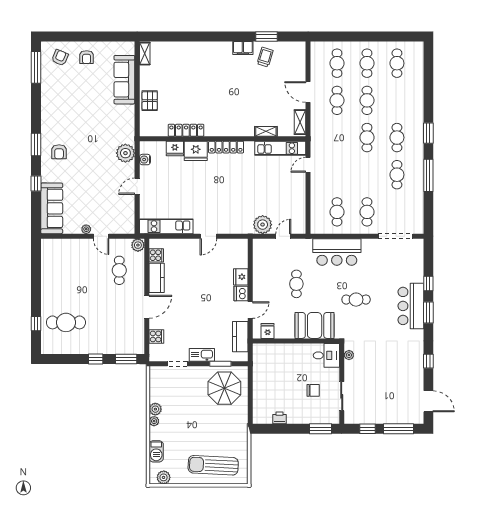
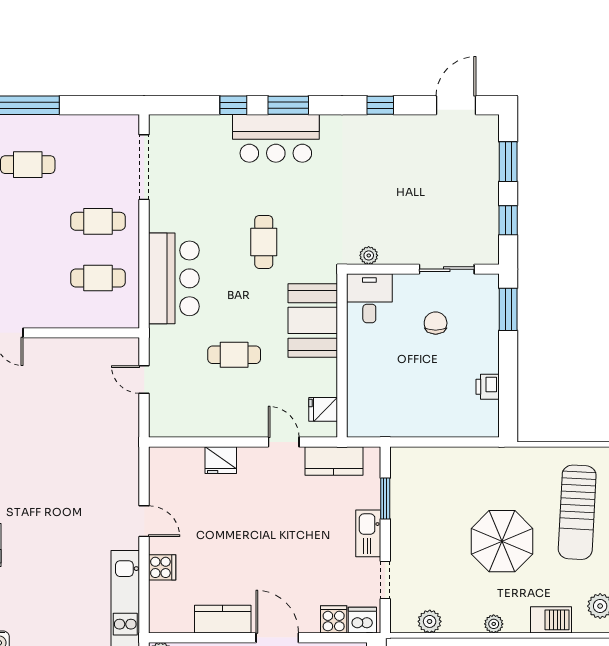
plant: (263, 225) -> (122, 419), removed
cooker: (156, 255) -> (162, 567), moved, turned 90
dishwasher: (241, 293) -> (362, 620), moved, turned 180
parasol: (224, 388) -> (502, 541), moved
plant: (155, 409) -> (430, 621), moved
window: (399, 429) -> (508, 162), width x0.69

